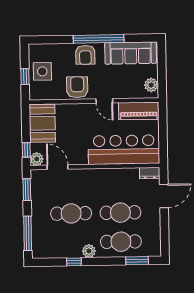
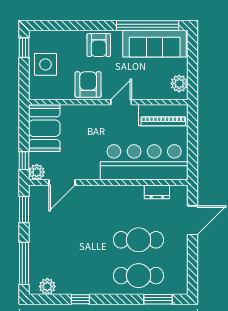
window: (99, 39) -> (148, 26), moved
window: (25, 77) -> (24, 48), moved
door: (104, 101) -> (121, 102), swing flipped
door: (58, 167) -> (62, 183), swing flipped
dresser: (150, 173) -> (157, 192), moved
cafe table: (71, 213) -> (78, 240), removed
plant: (89, 251) -> (47, 286), moved

